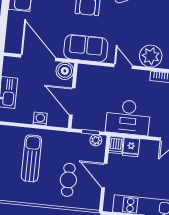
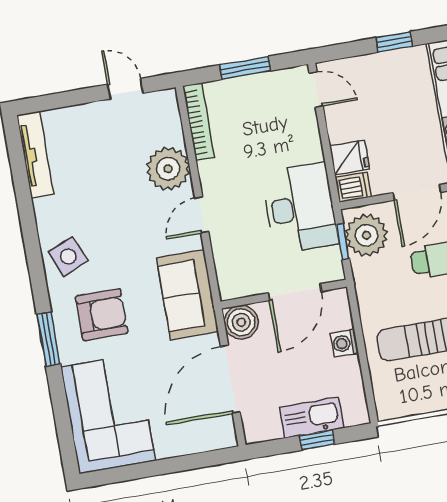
desk: (128, 117) -> (300, 208), moved
plant: (96, 140) -> (366, 235), width x1.87, depth x1.87

